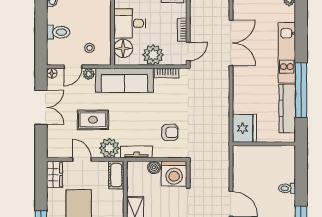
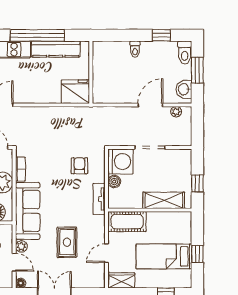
plant: (109, 148) -> (95, 226), removed
cot: (116, 175) -> (127, 222), width x1.37, depth x1.34

